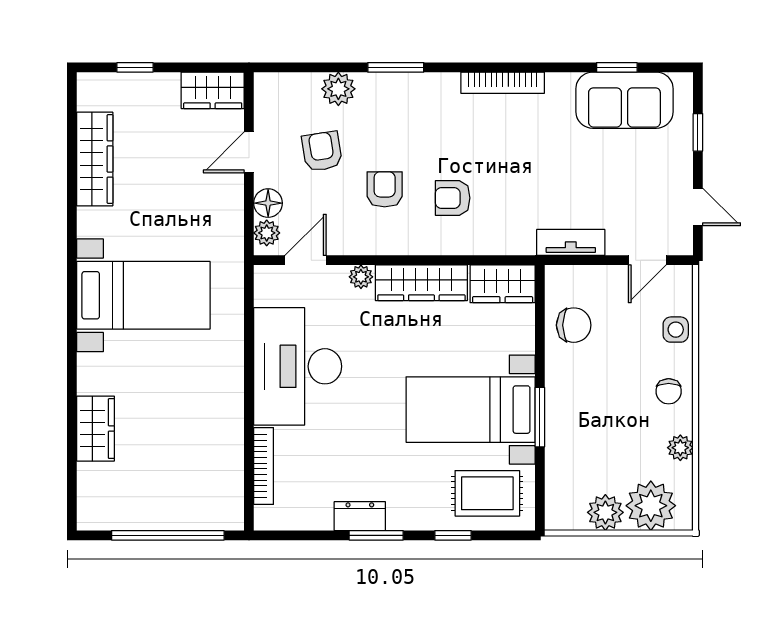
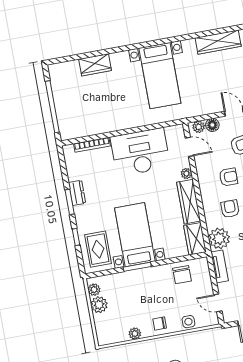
plant: (511, 232) -> (219, 238), added
plant: (651, 506) -> (94, 290), moved, width x0.53, depth x0.53

